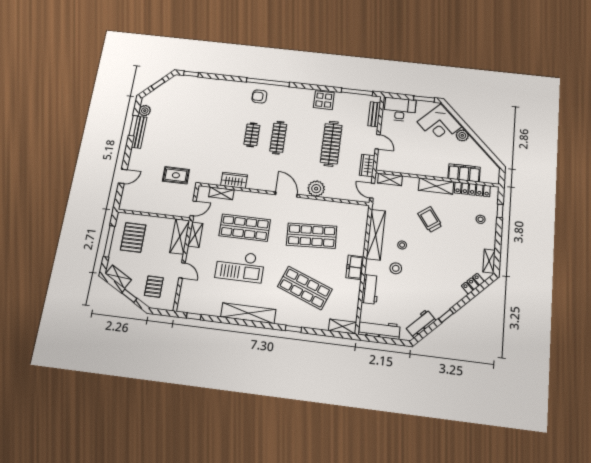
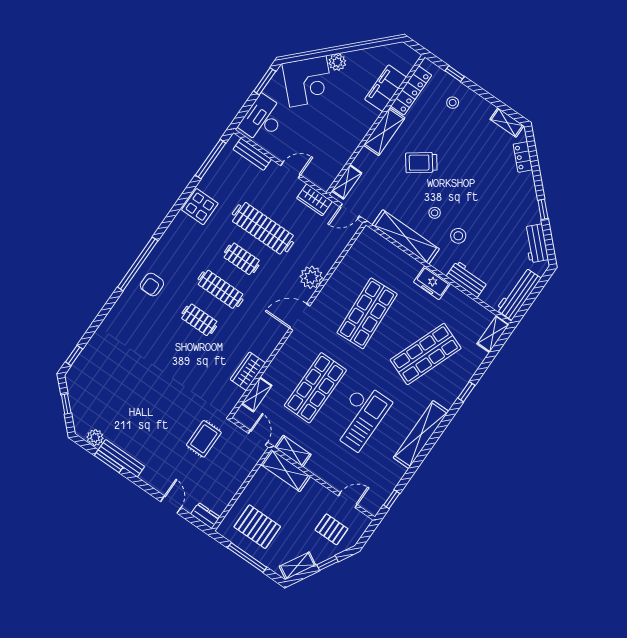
clothes rail: (305, 141) -> (242, 259), added
dresser: (125, 201) -> (205, 516), added
door: (182, 270) -> (348, 500), moved

